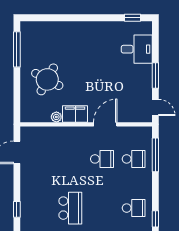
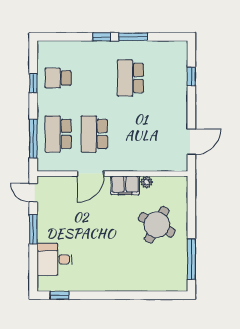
school desk: (102, 159) -> (94, 134), width x1.85
school desk: (134, 159) -> (58, 134), width x1.85
window: (155, 219) -> (33, 83), moved

